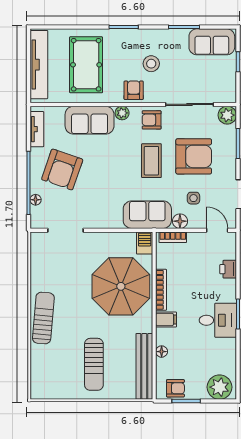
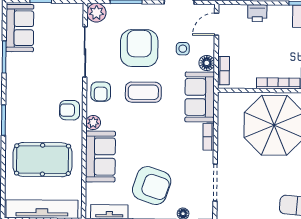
stool: (151, 64) -> (42, 92), removed
bookcase: (109, 223) -> (208, 137), added
barbecue: (145, 243) -> (229, 100), removed

